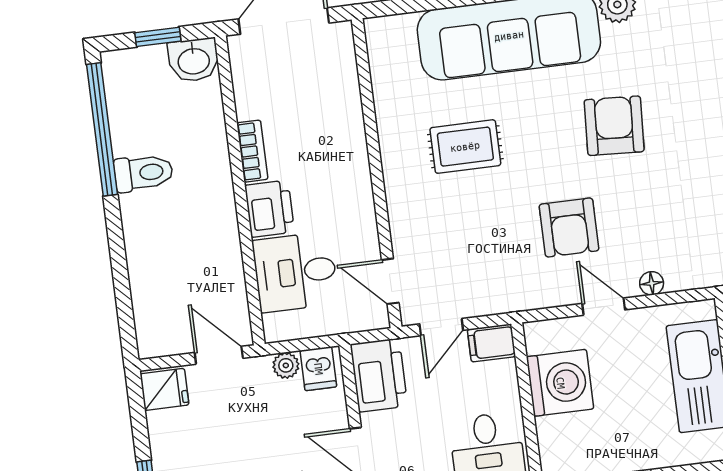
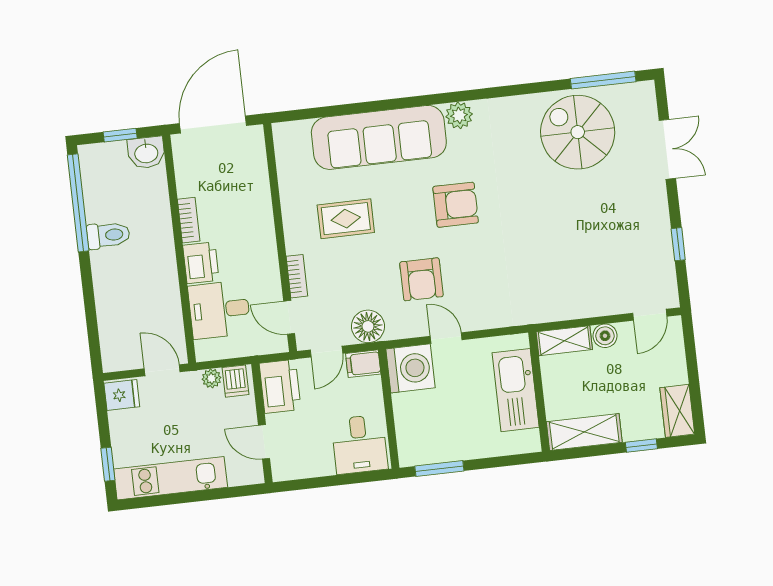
armchair: (614, 126) -> (456, 205), turned 87
bookcase: (400, 225) -> (297, 276), added
floor lamp: (652, 283) -> (368, 326), moved, width x1.89, depth x1.89
washing machine: (560, 383) -> (411, 368), moved

